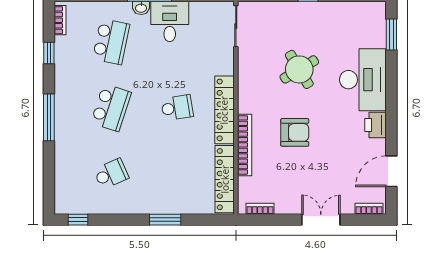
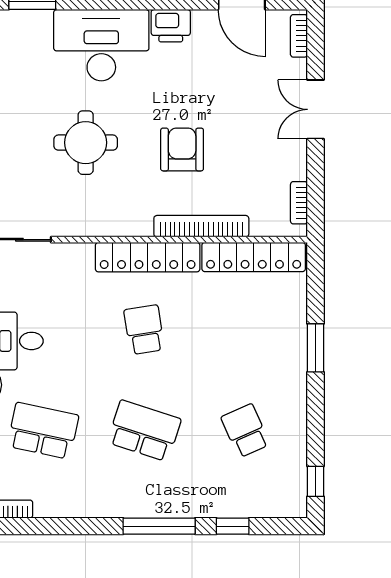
window: (49, 53) -> (233, 526), moved
round table: (299, 69) -> (86, 143), turned 31

